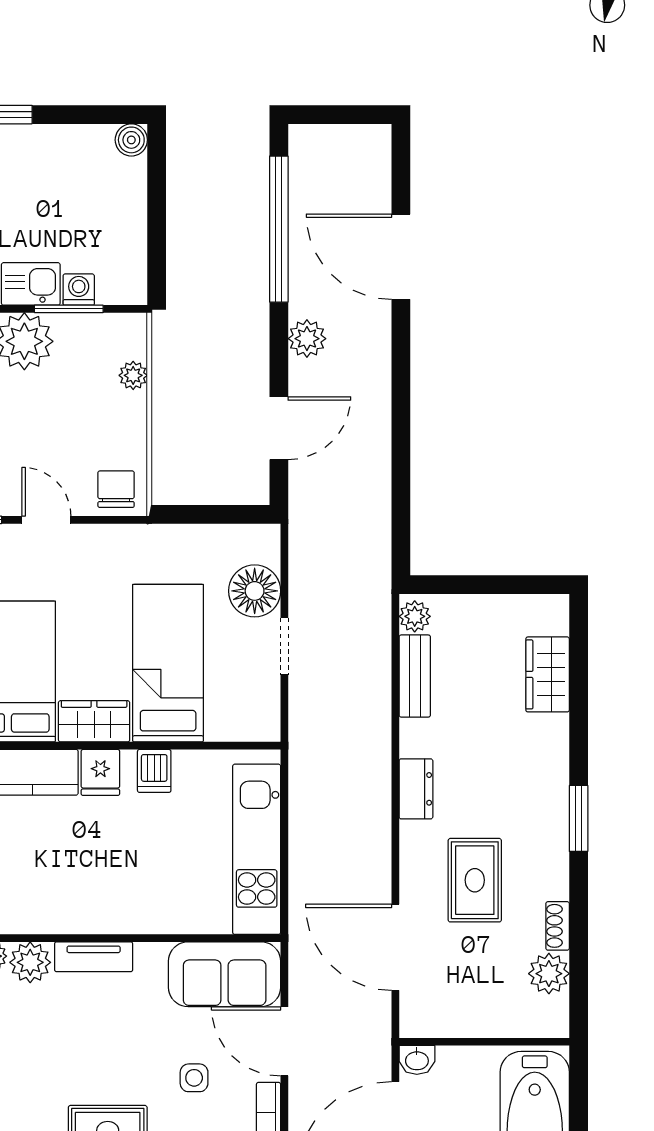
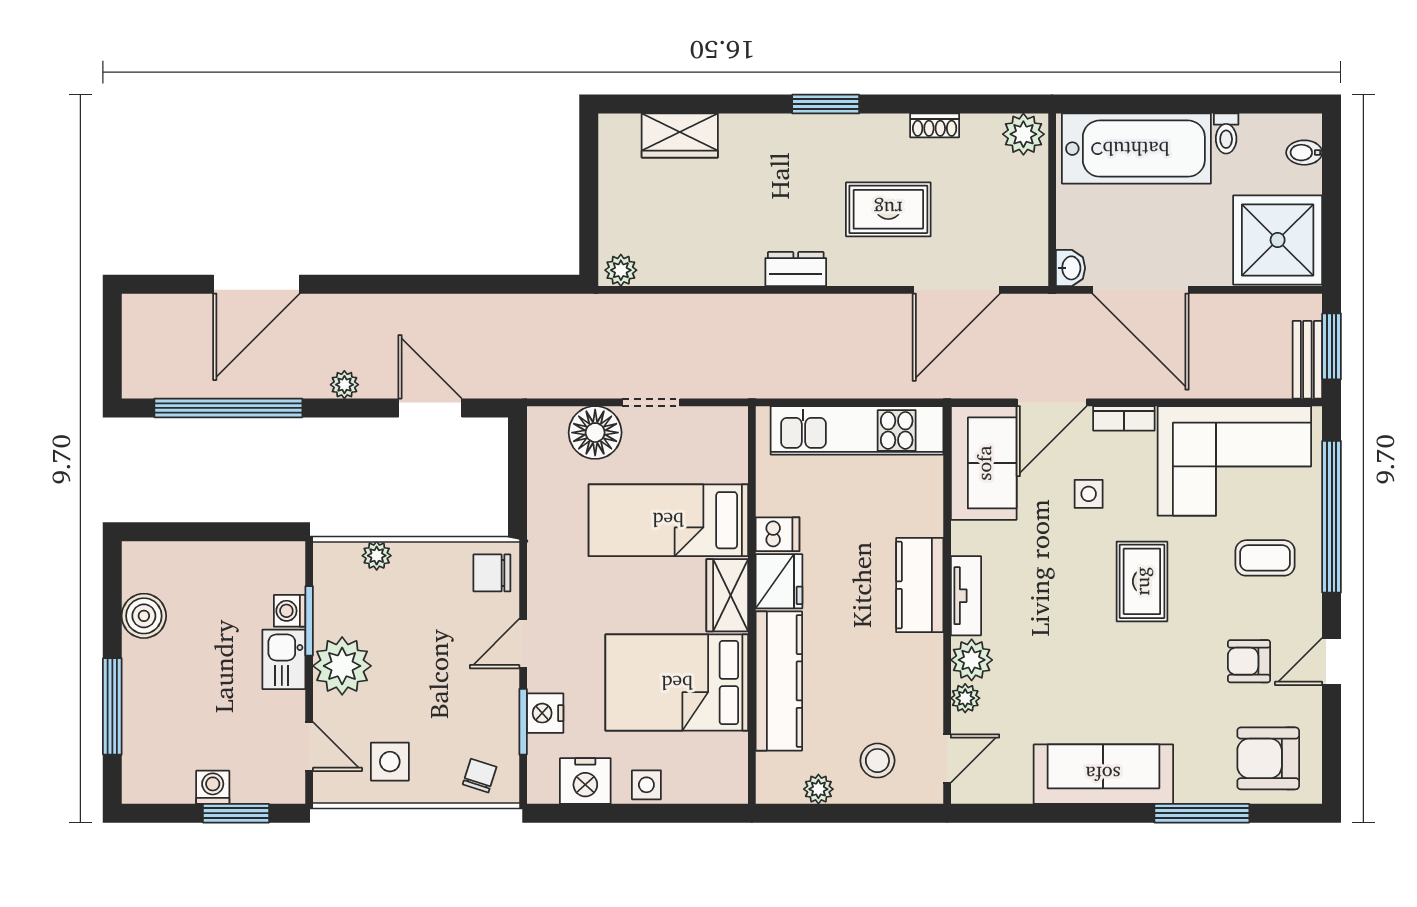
boiler: (131, 140) -> (144, 616), moved, width x1.36, depth x1.36
plant: (307, 339) -> (344, 385), width x0.73, depth x0.73
bench: (415, 676) -> (681, 270), removed
fridge: (100, 772) -> (779, 581), width x1.38
kitchen counter: (104, 911) -> (920, 585), added
plant: (549, 974) -> (1023, 134), moved

